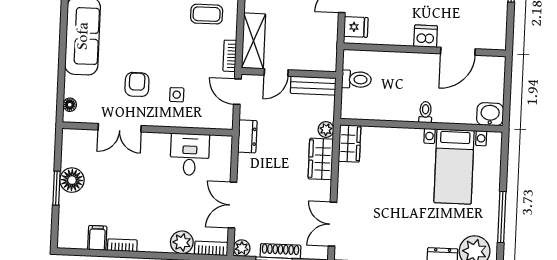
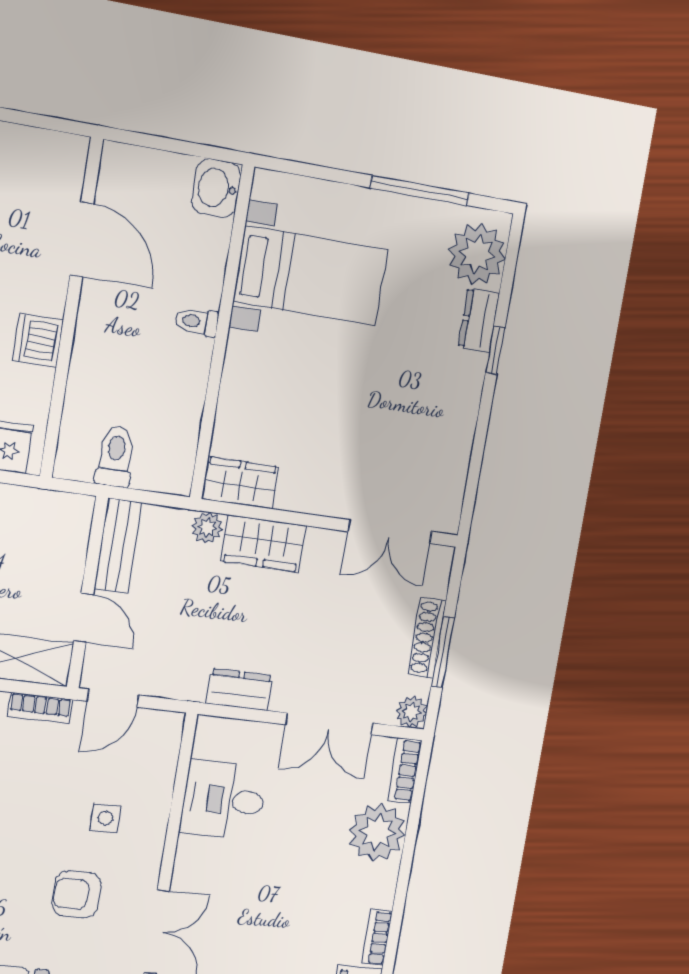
dishwasher: (426, 36) -> (38, 340), moved
dresser: (247, 136) -> (239, 689), moved
plant: (182, 242) -> (377, 832), width x1.36, depth x1.36

